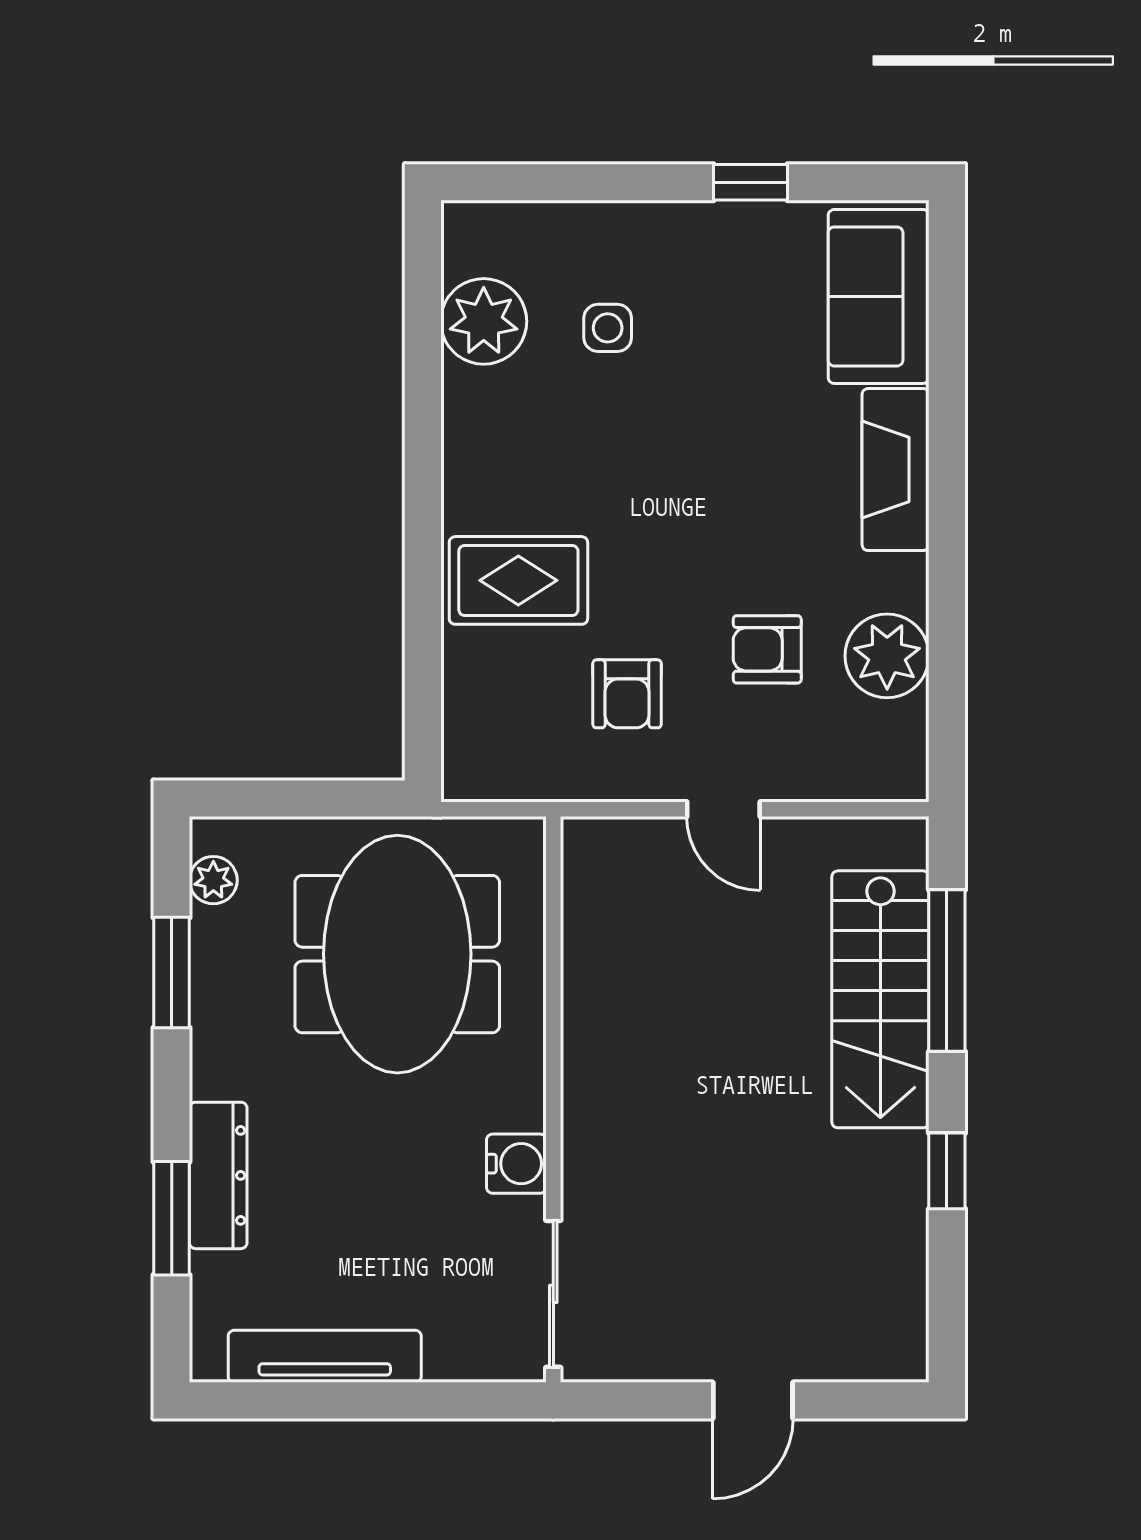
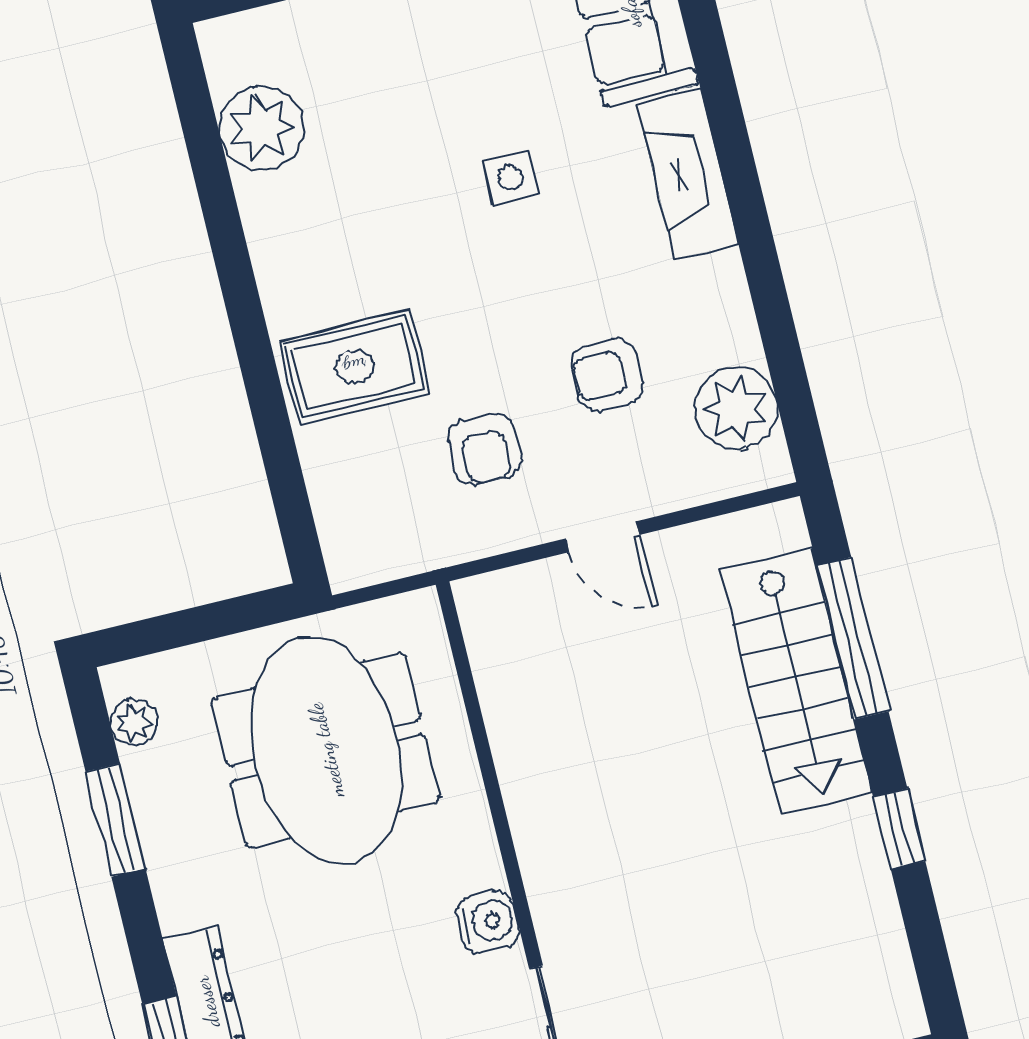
side table: (608, 328) -> (511, 178), moved
plant: (887, 656) -> (736, 408), moved

